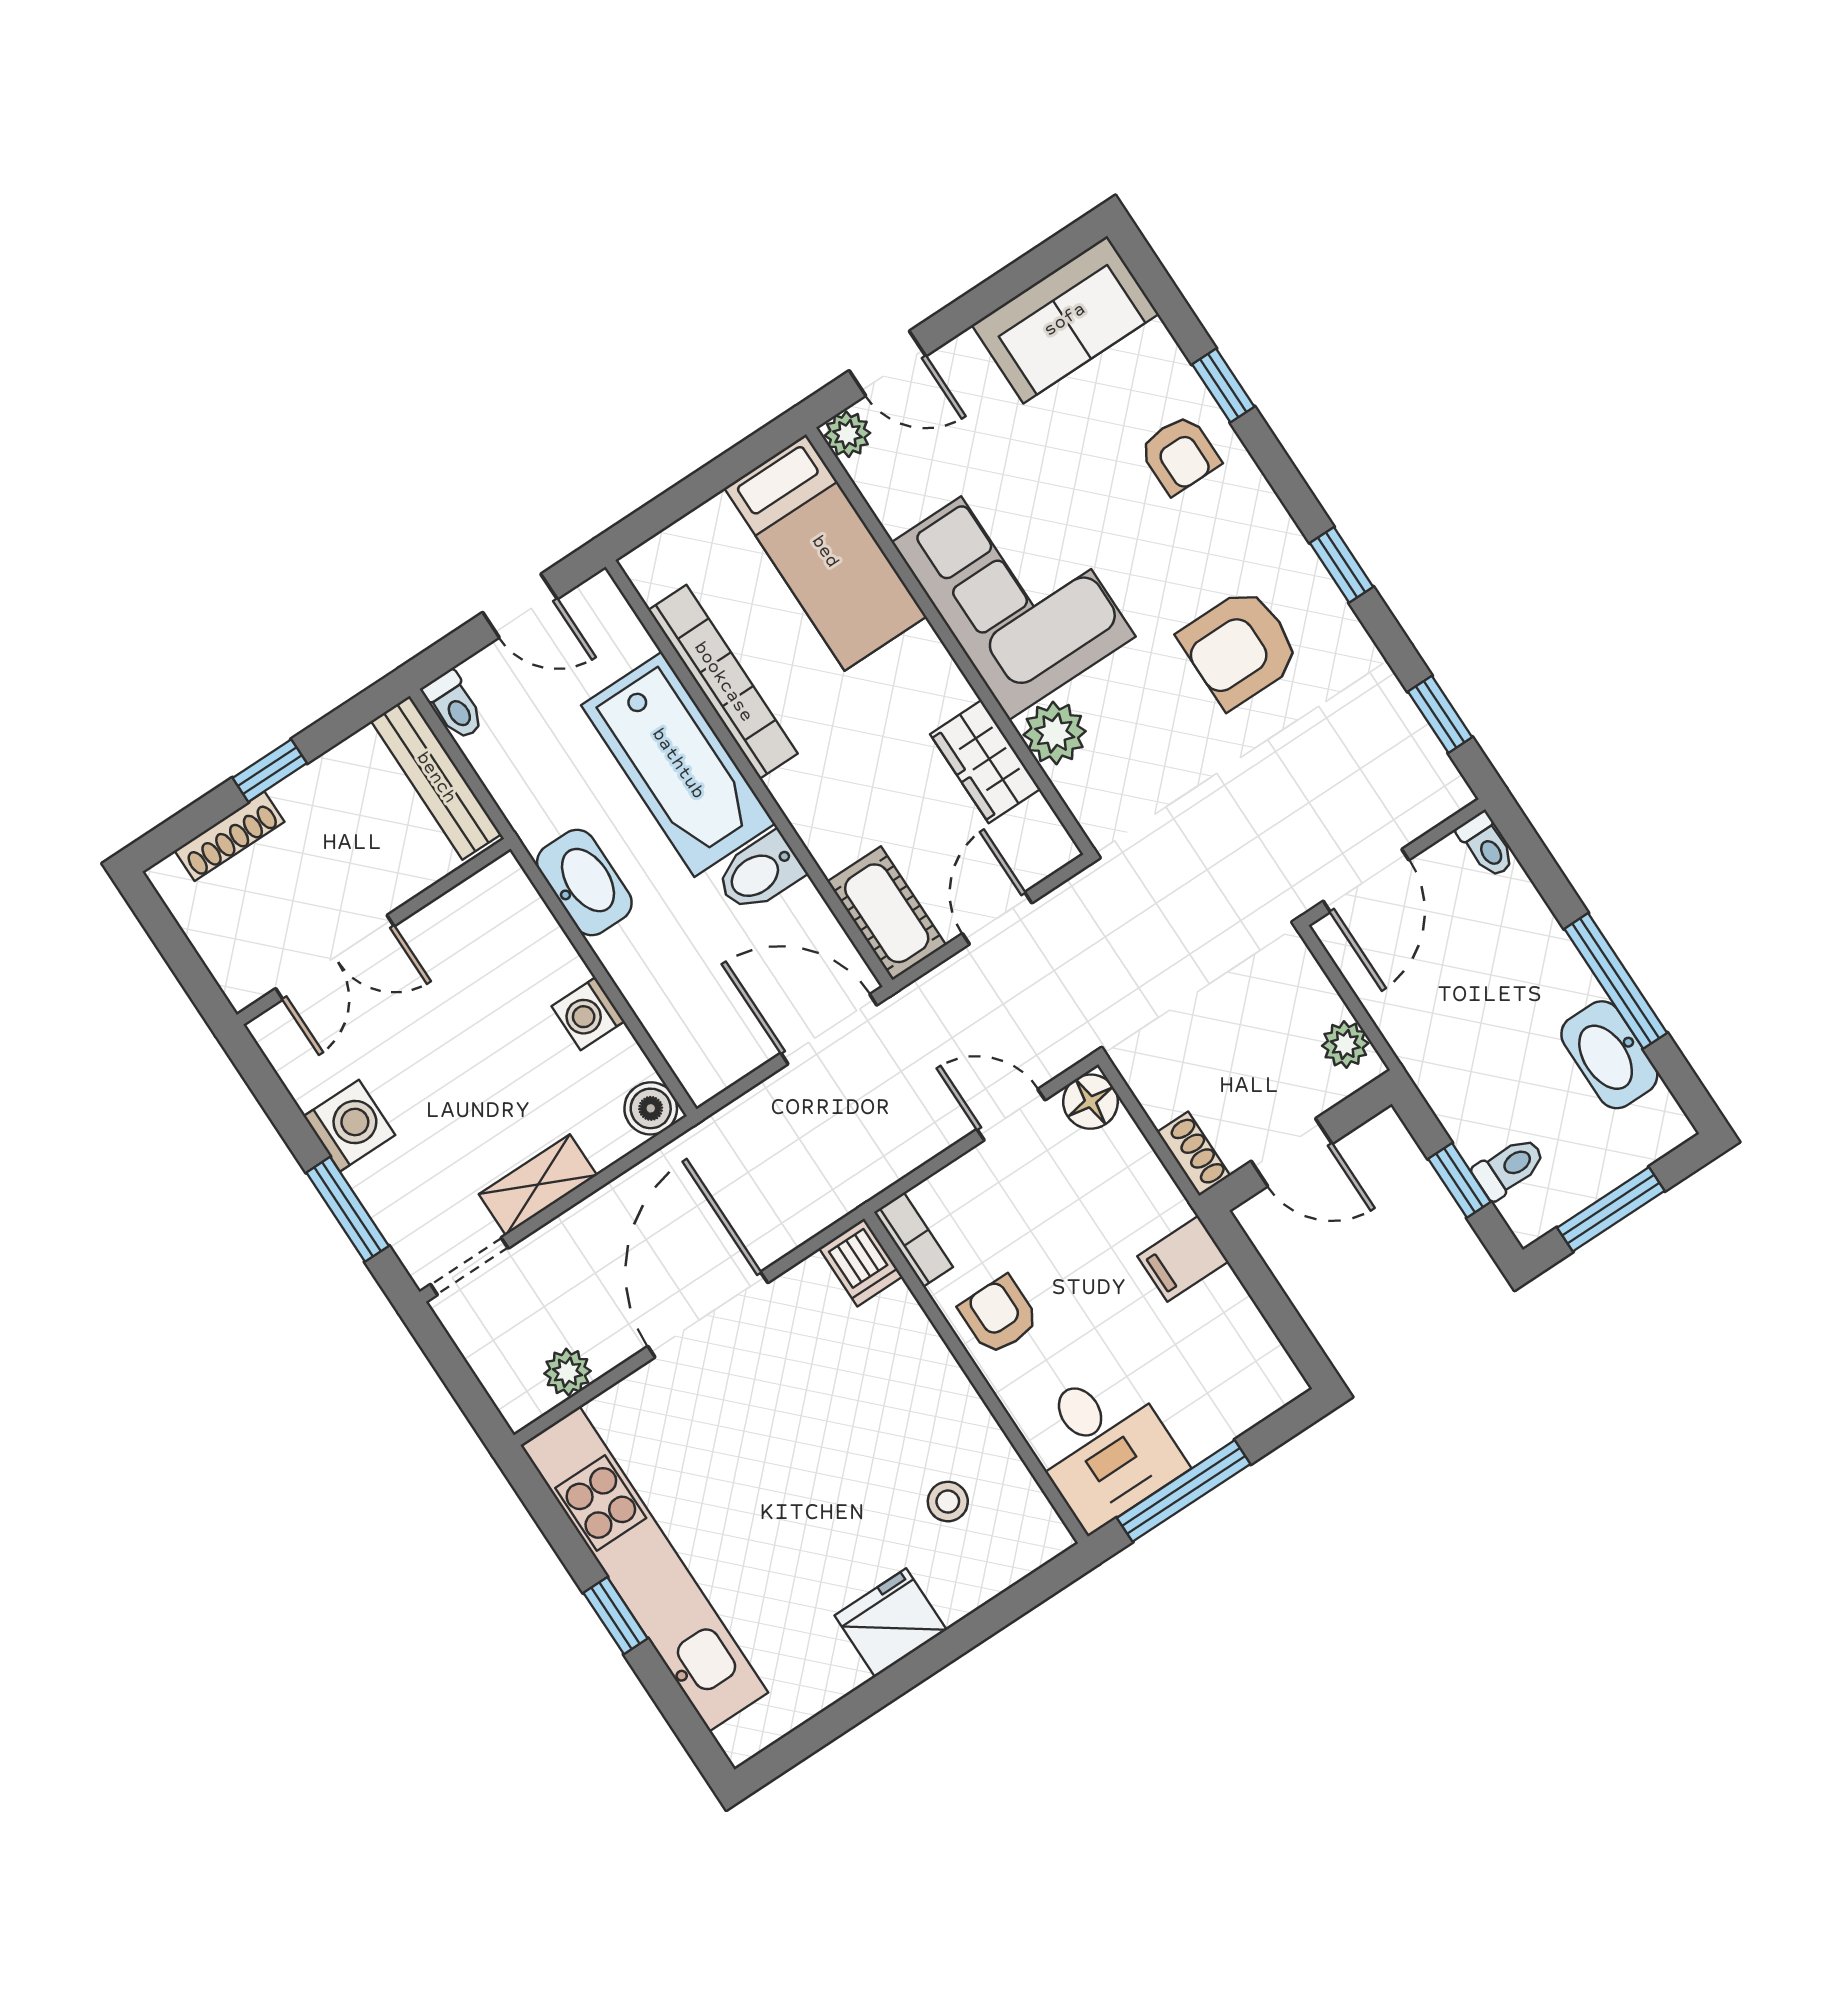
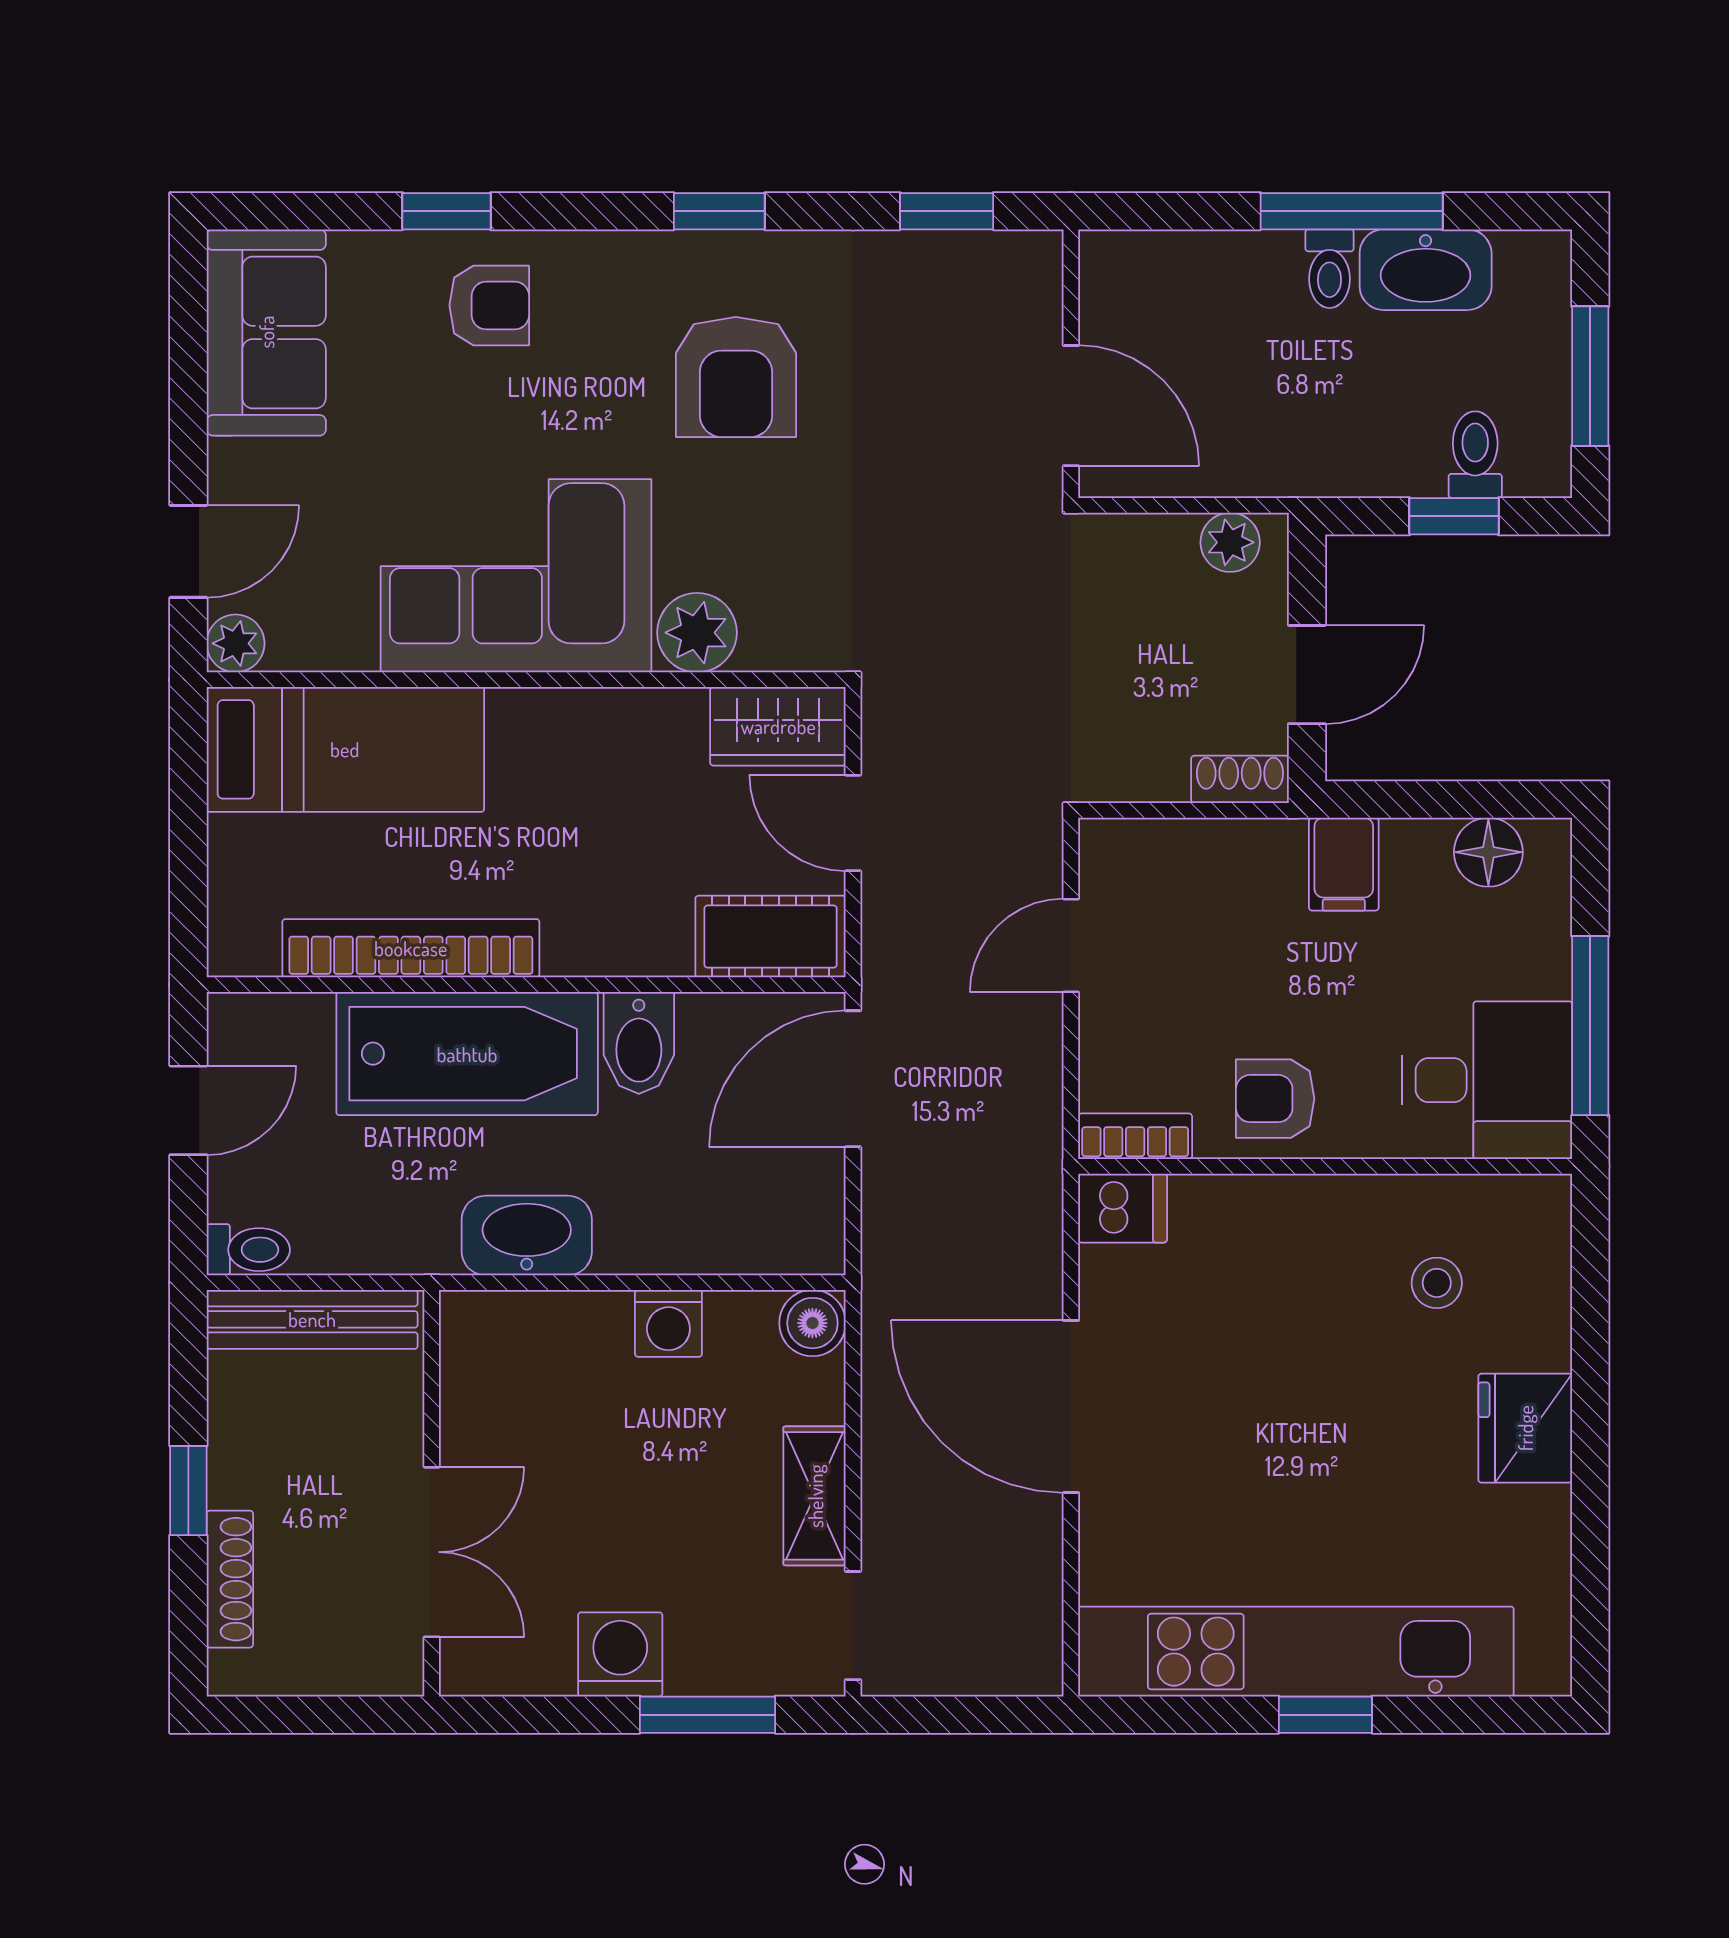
wardrobe: (985, 762) -> (778, 726), moved
toilet: (1486, 845) -> (1330, 269), moved, turned 90
floor lamp: (1091, 1102) -> (1488, 852), moved
plant: (567, 1372) -> (1034, 1596), removed

